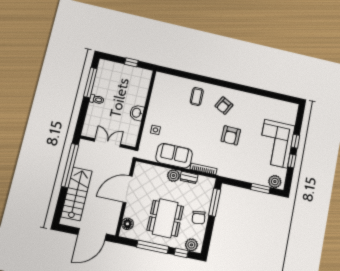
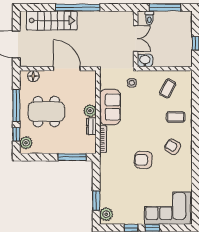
coffee table: (168, 98) -> (168, 88), added
double door: (107, 143) -> (136, 39), moved
wall: (108, 143) -> (136, 39), moved
corner sofa: (276, 144) -> (167, 208), moved
chair: (199, 218) -> (54, 144), removed

